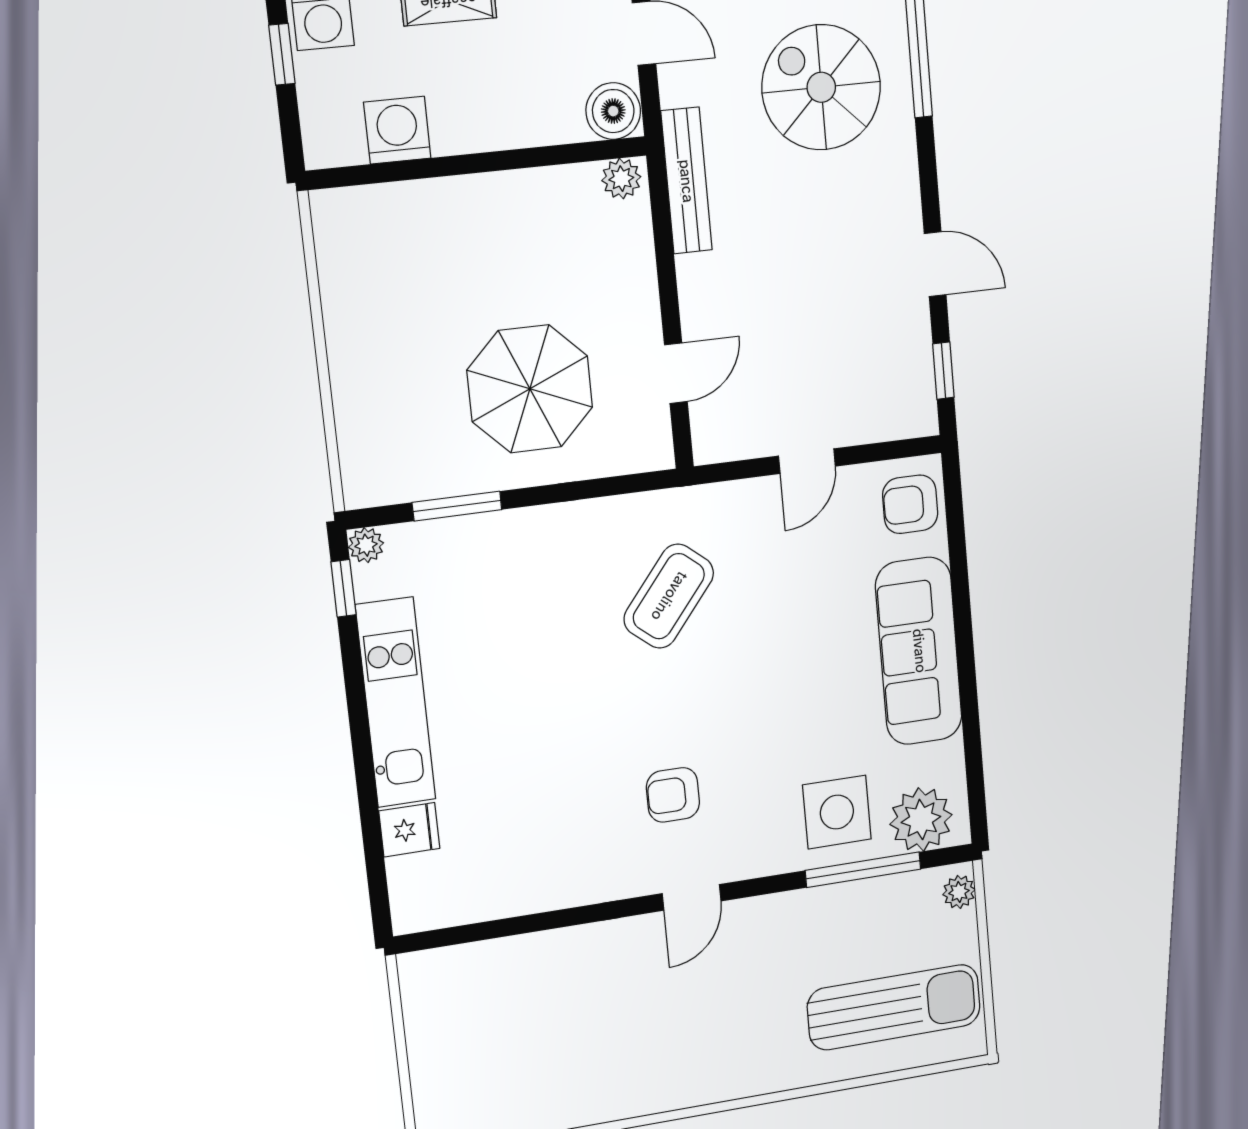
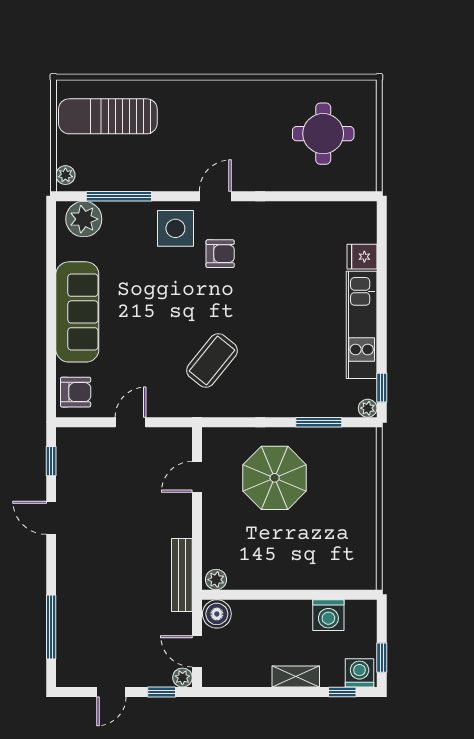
spiral stairs: (821, 87) -> (106, 616), removed
side table: (837, 812) -> (175, 228), moved
round table: (507, 1042) -> (323, 134), added

